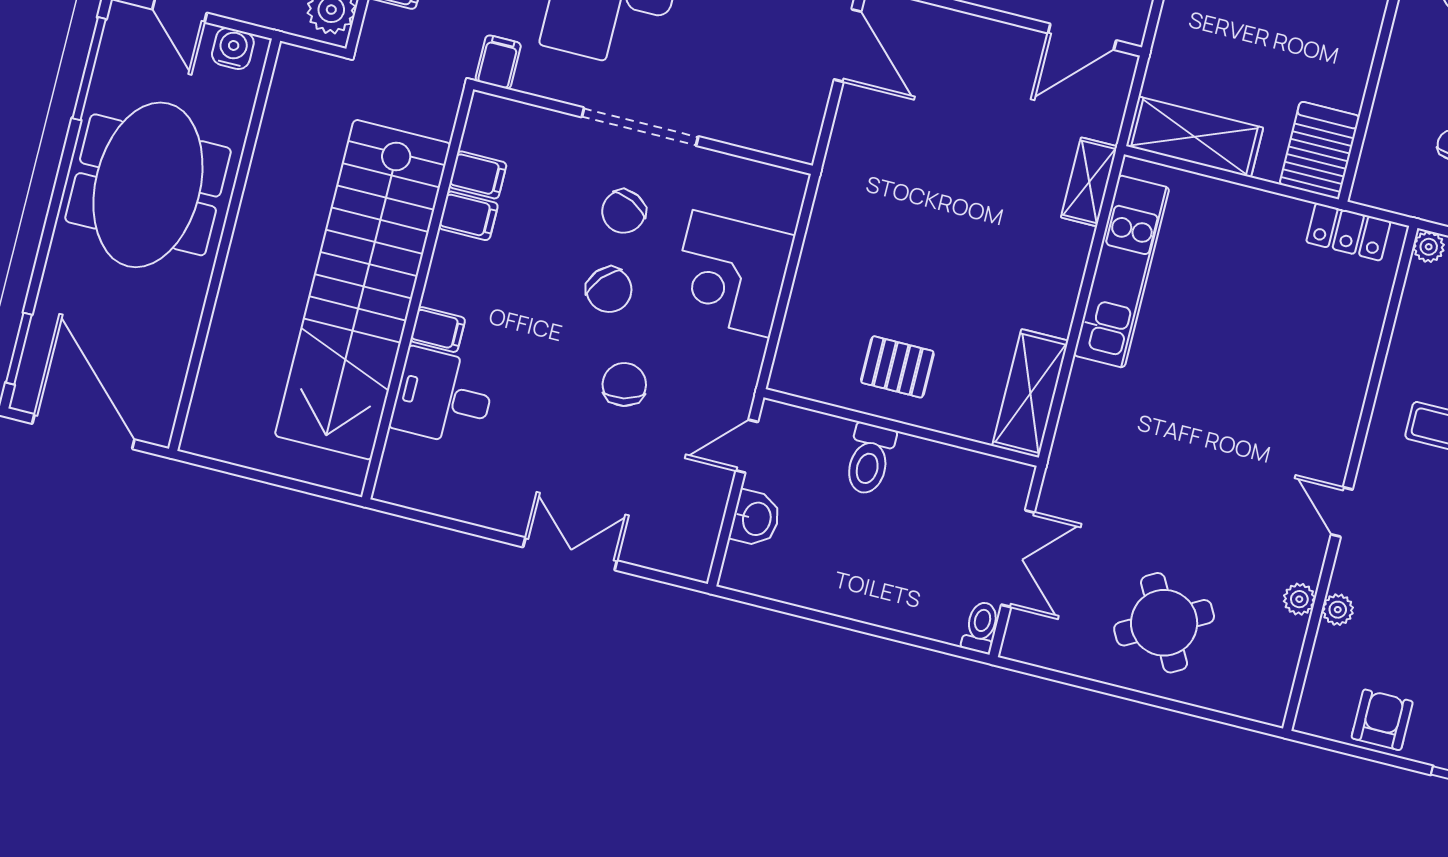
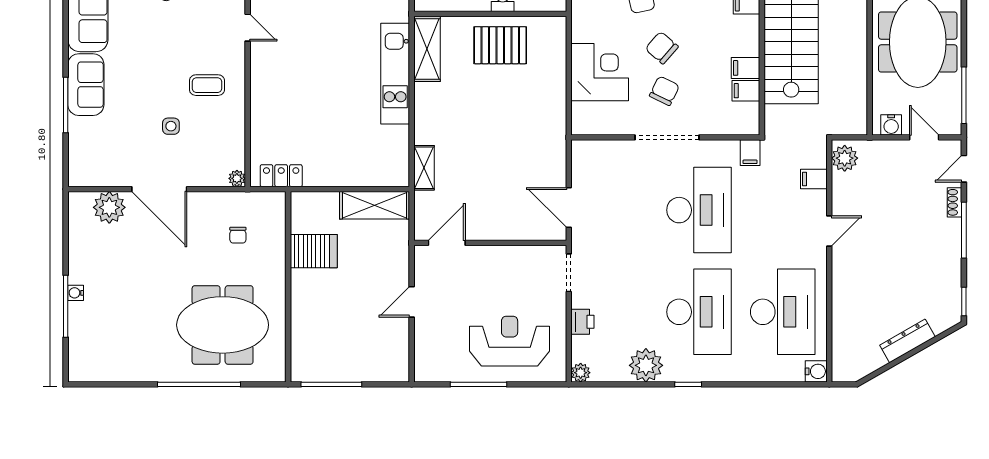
server rack: (1320, 150) -> (314, 251), moved, turned -90
kitchen unit: (1121, 272) -> (395, 74), moved
pallet: (897, 367) -> (500, 45), width x1.50, depth x1.42

